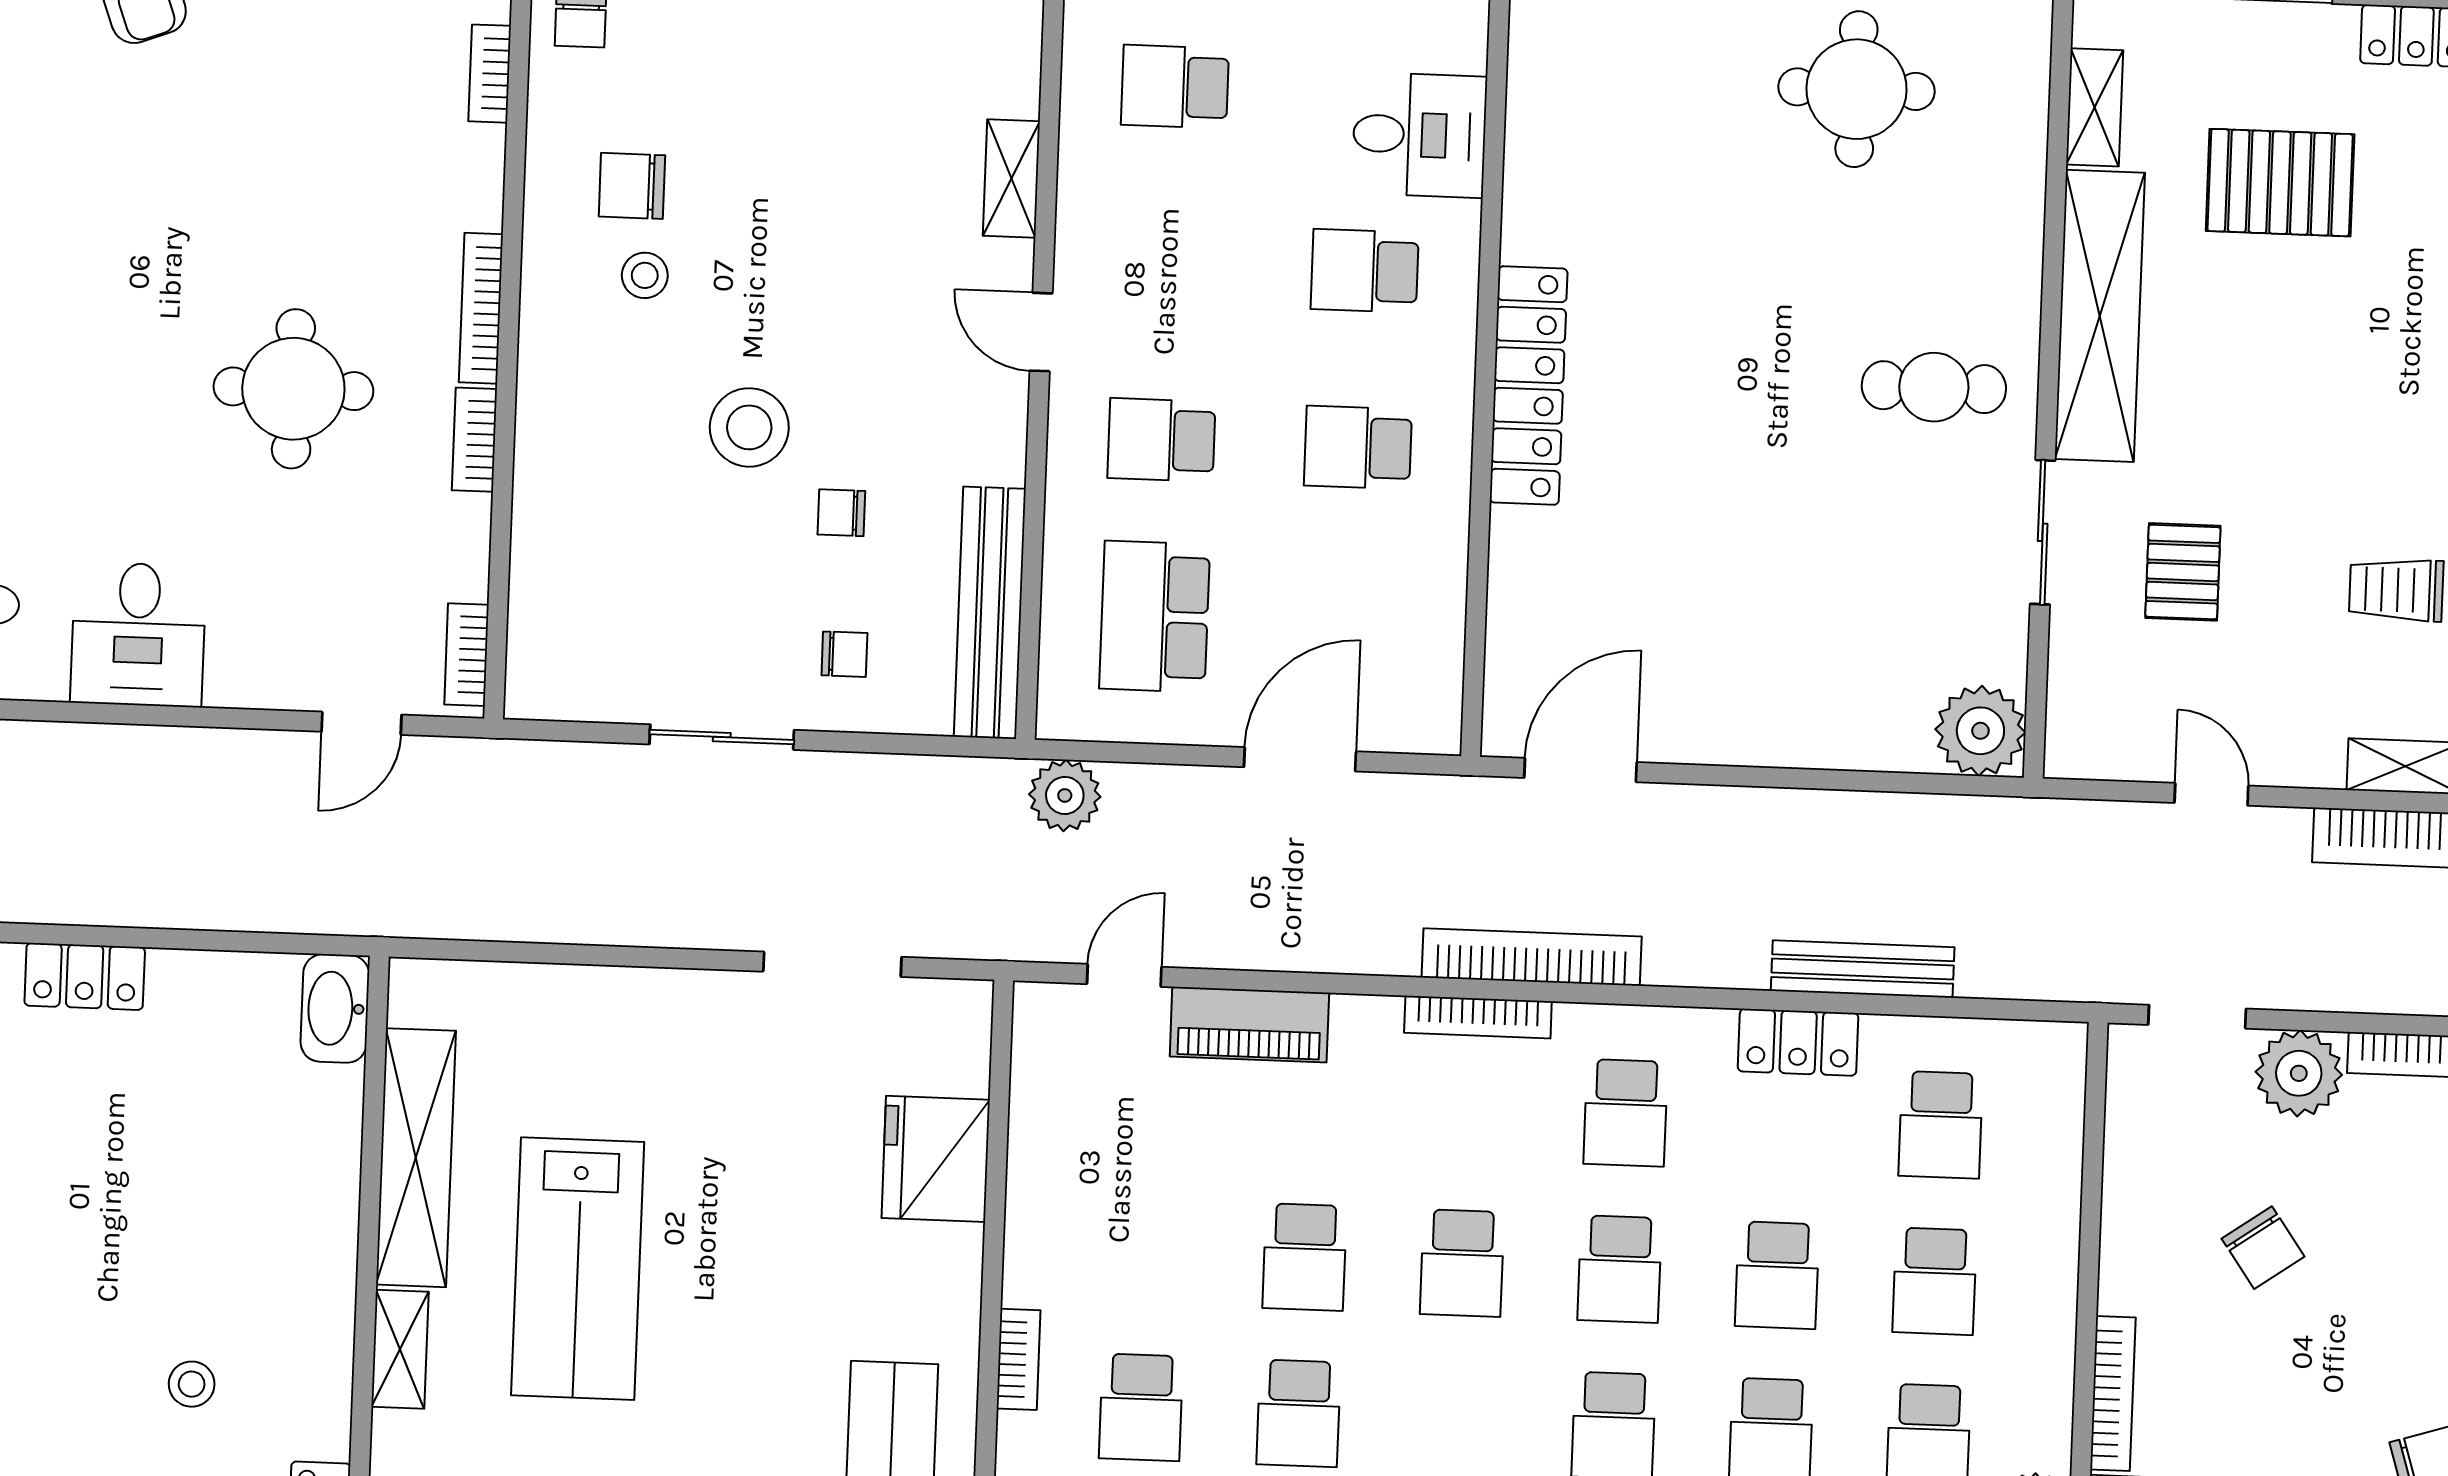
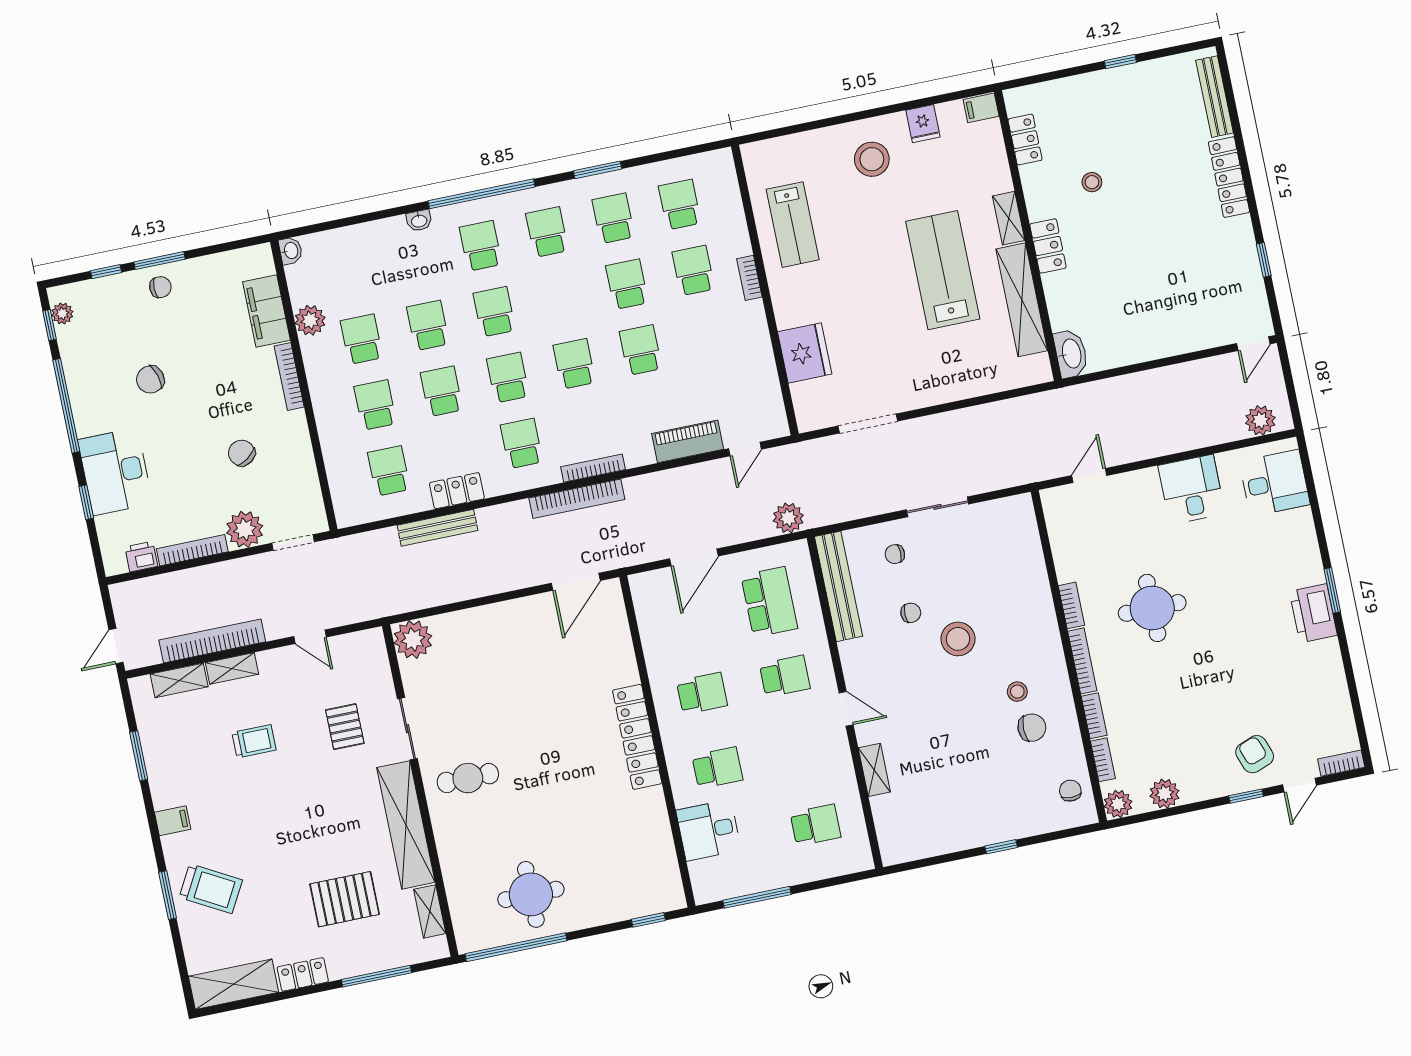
bookcase: (467, 655) -> (1094, 716), moved
locker: (85, 976) -> (1048, 246), moved, turned 90

